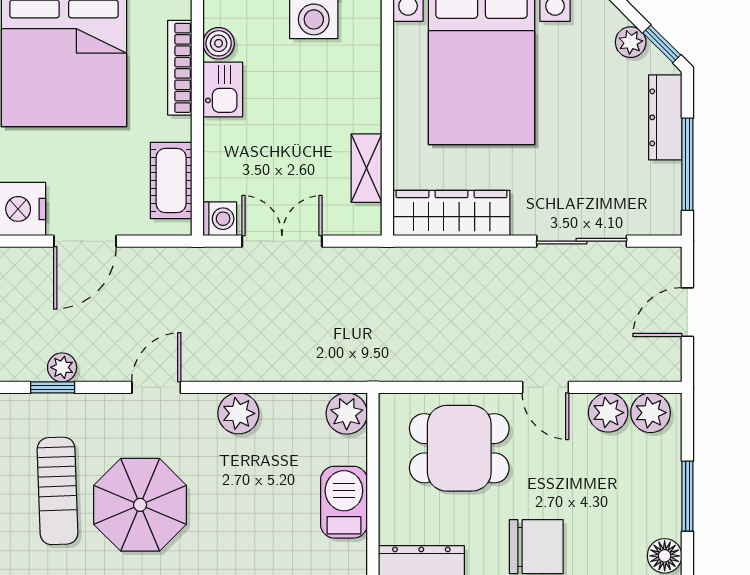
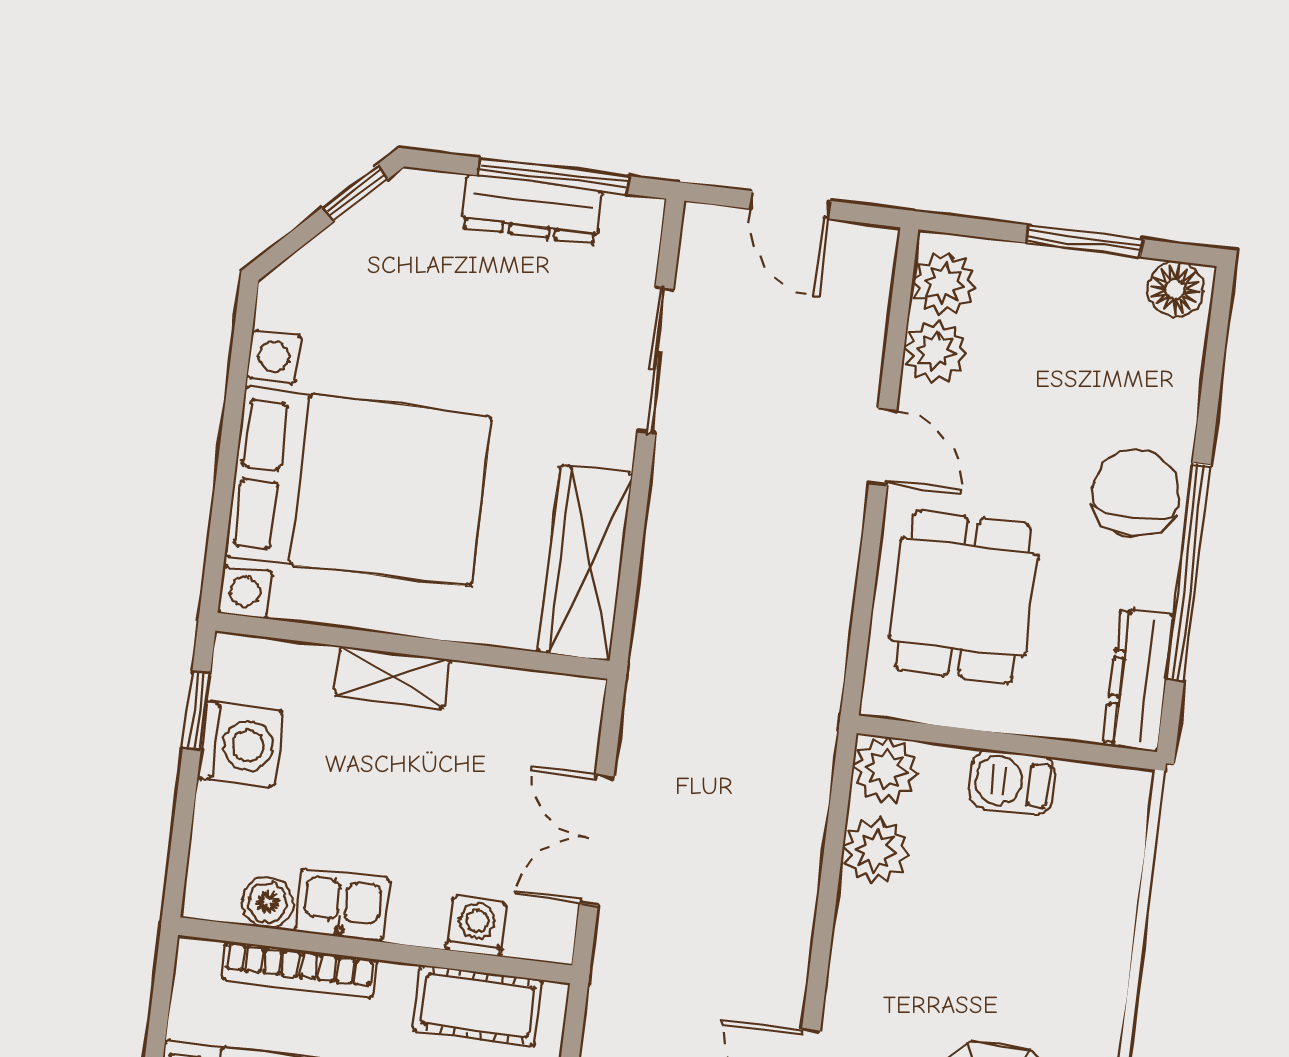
plant: (631, 42) -> (347, 242), removed
dresser: (665, 117) -> (532, 209), moved
shelving: (367, 168) -> (392, 677), moved
washing machine: (220, 219) -> (476, 926), moved
door: (545, 387) -> (883, 447), hinge flipped
plant: (238, 413) -> (875, 851), moved
barbecue: (344, 502) -> (1012, 782), width x0.73, depth x0.79

